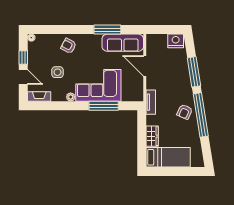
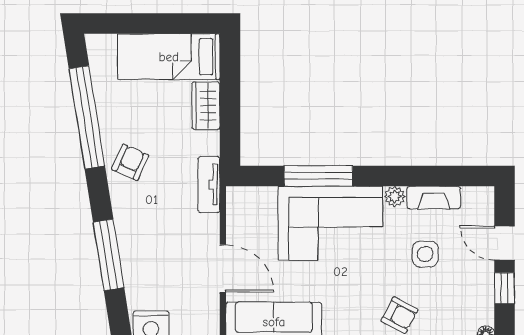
fireplace: (39, 97) -> (434, 197), moved
window: (201, 115) -> (87, 117), moved

